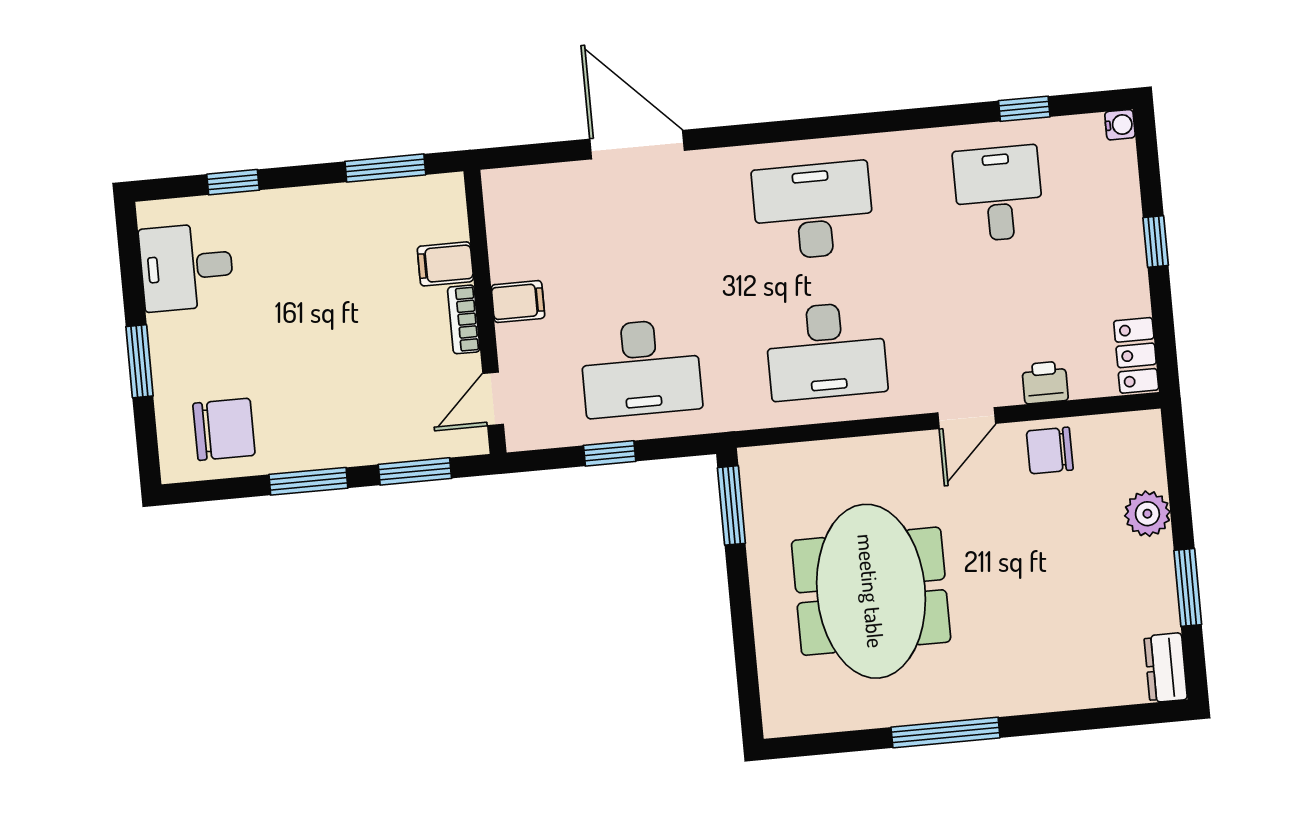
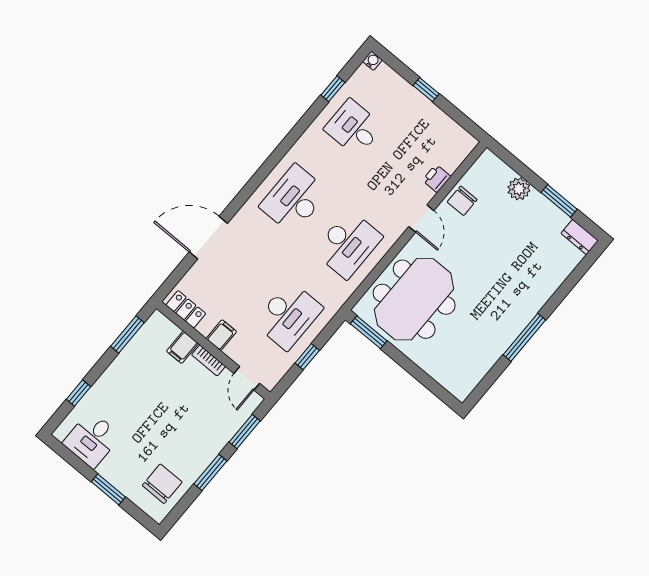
locker: (1136, 355) -> (186, 309), moved, turned 180
meeting table: (871, 591) -> (414, 299), moved, turned 90

